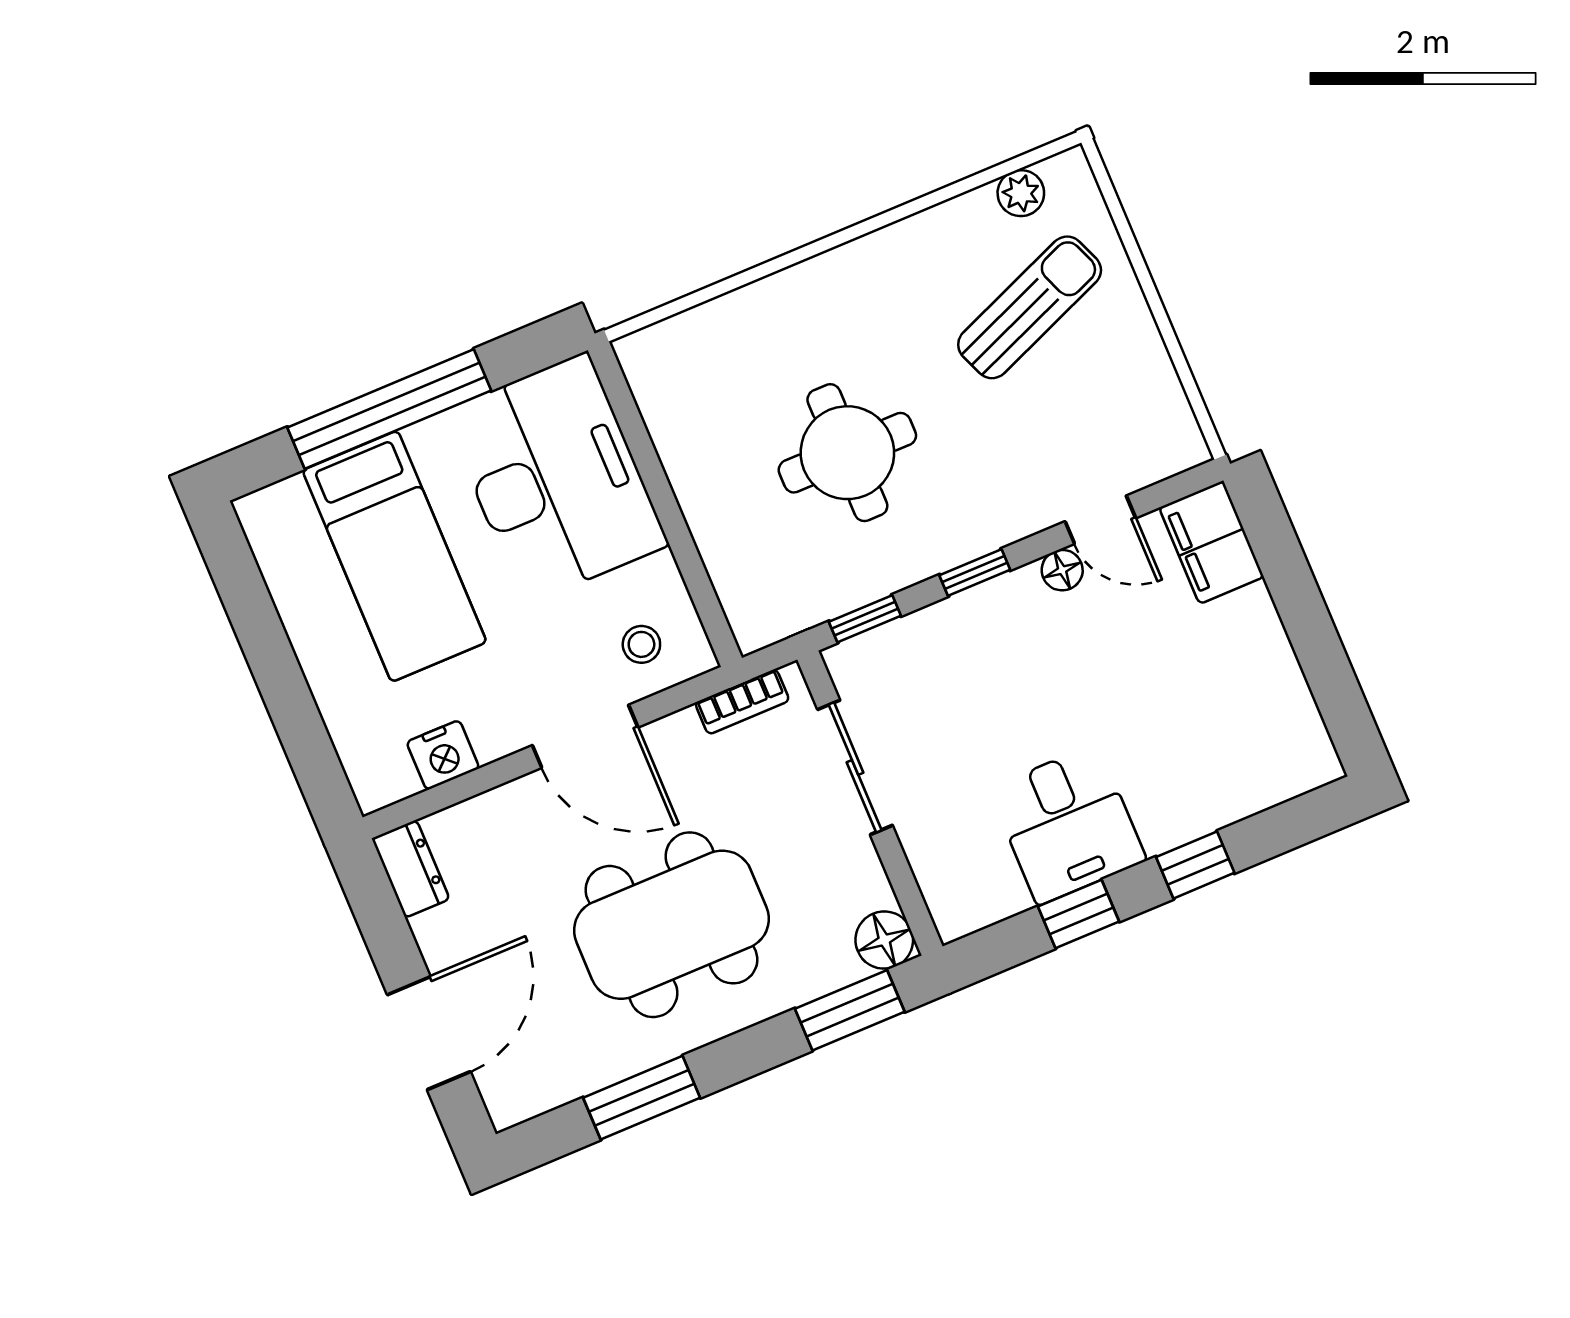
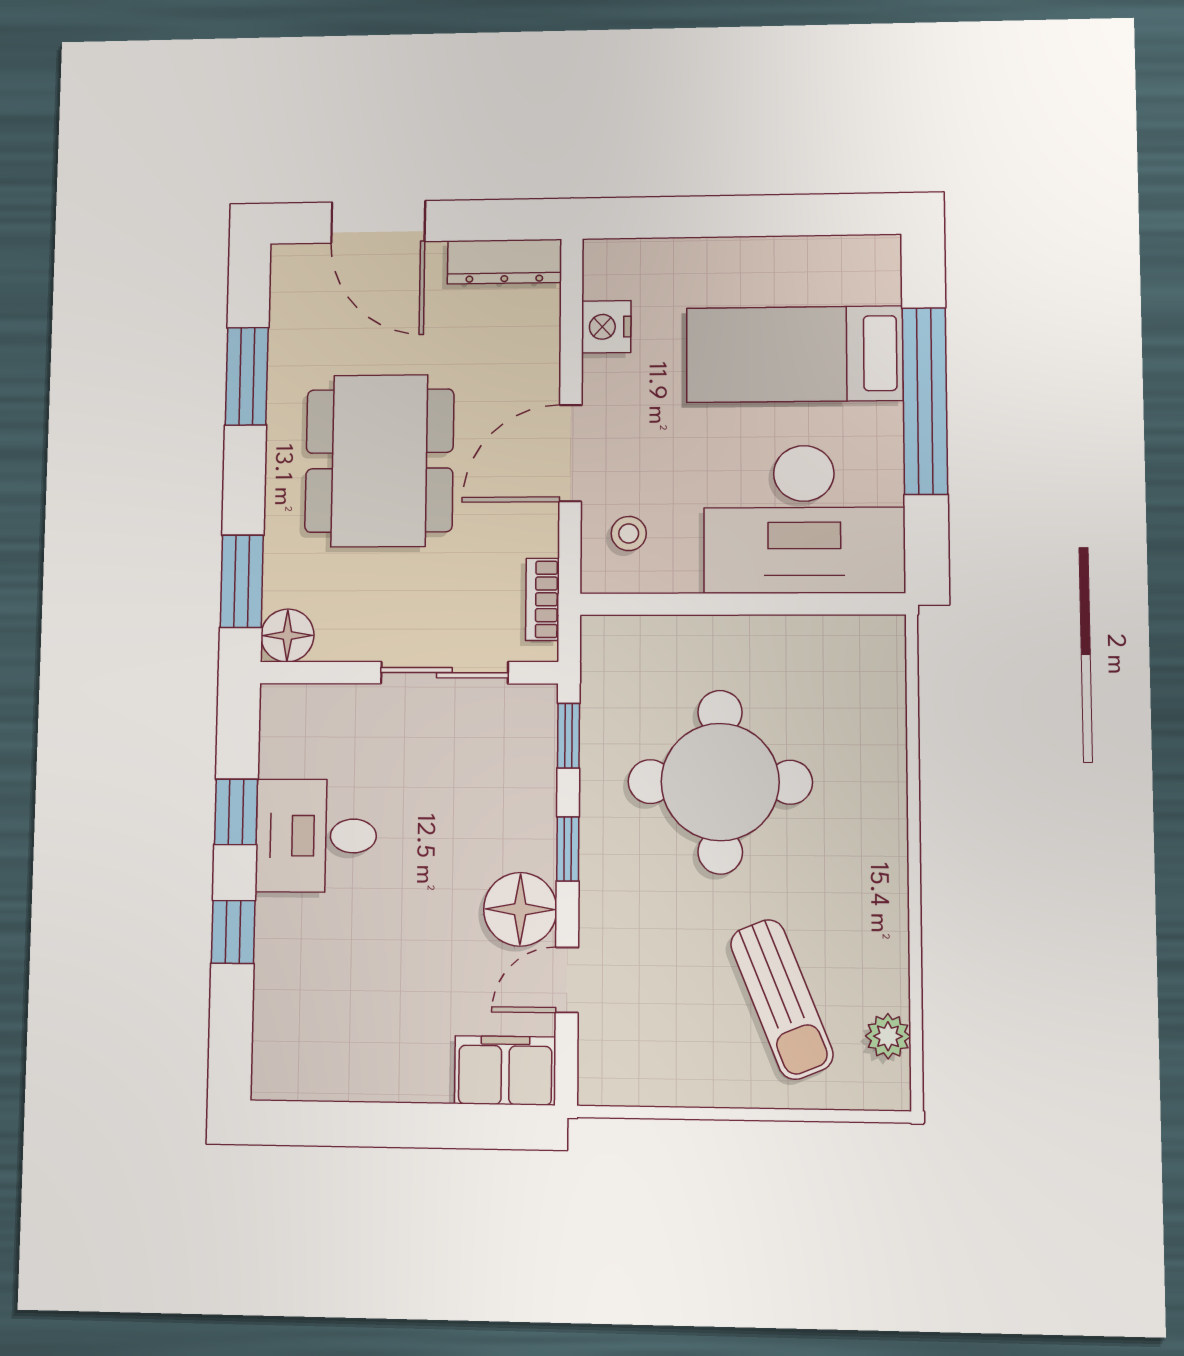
round table: (847, 453) -> (720, 782), width x1.36, depth x1.36
floor lamp: (1062, 570) -> (520, 909), width x1.89, depth x1.89
dresser: (411, 869) -> (504, 262), width x1.44

